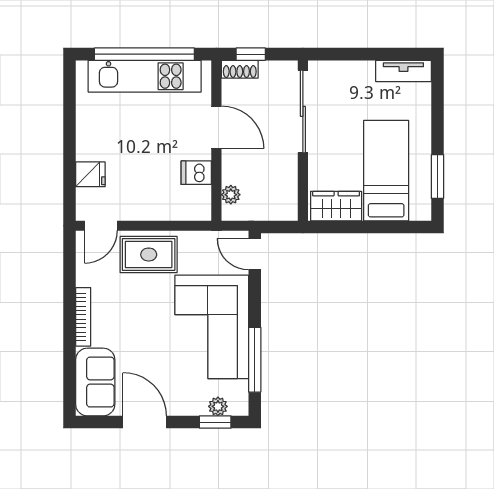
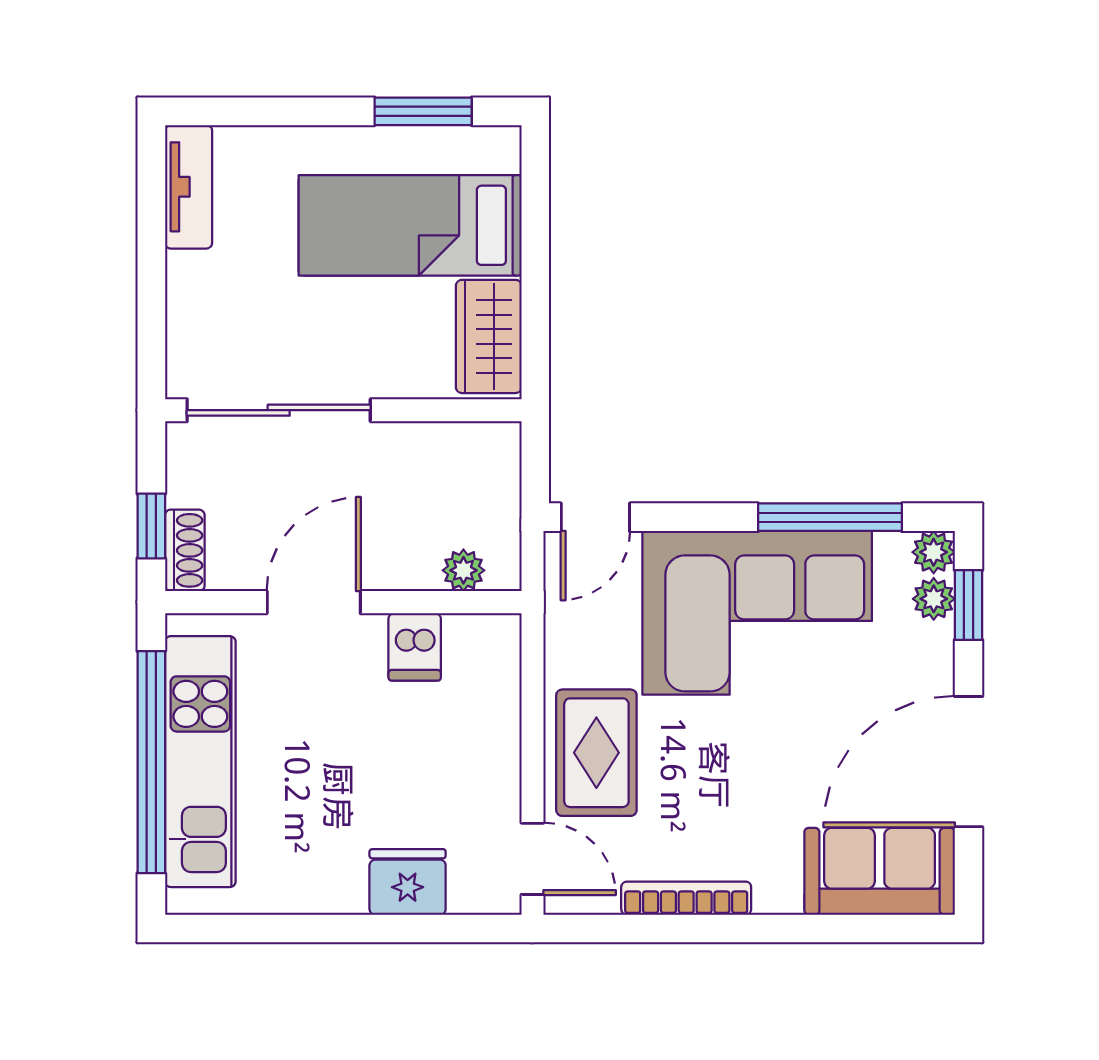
fridge: (90, 174) -> (408, 882), width x1.38
bookcase: (83, 317) -> (686, 898), moved
plant: (239, 406) -> (934, 552), added
door: (145, 422) -> (968, 762), width x1.36

